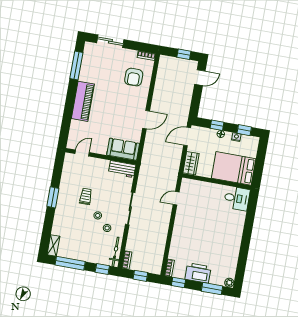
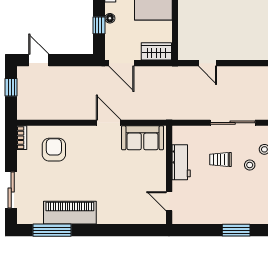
armchair: (134, 77) -> (54, 150), turned -90
piano: (83, 101) -> (70, 213), moved
sofa: (123, 149) -> (143, 138), moved, turned -90
workbench: (122, 169) -> (181, 162), moved
trolley: (86, 196) -> (220, 159), moved

